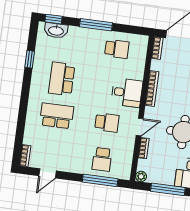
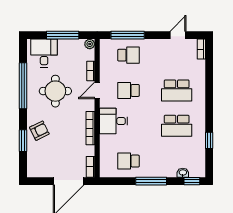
washbasin: (56, 30) -> (183, 173), width x0.52, depth x0.69
school desk: (62, 79) -> (177, 126), turned 90
school desk: (102, 159) -> (129, 55), turned 90

